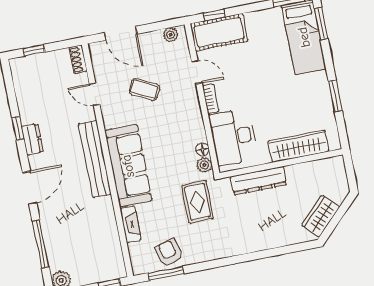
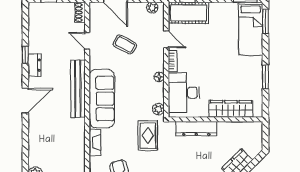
floor lamp: (202, 149) -> (159, 77), moved
window: (41, 244) -> (25, 144), removed

